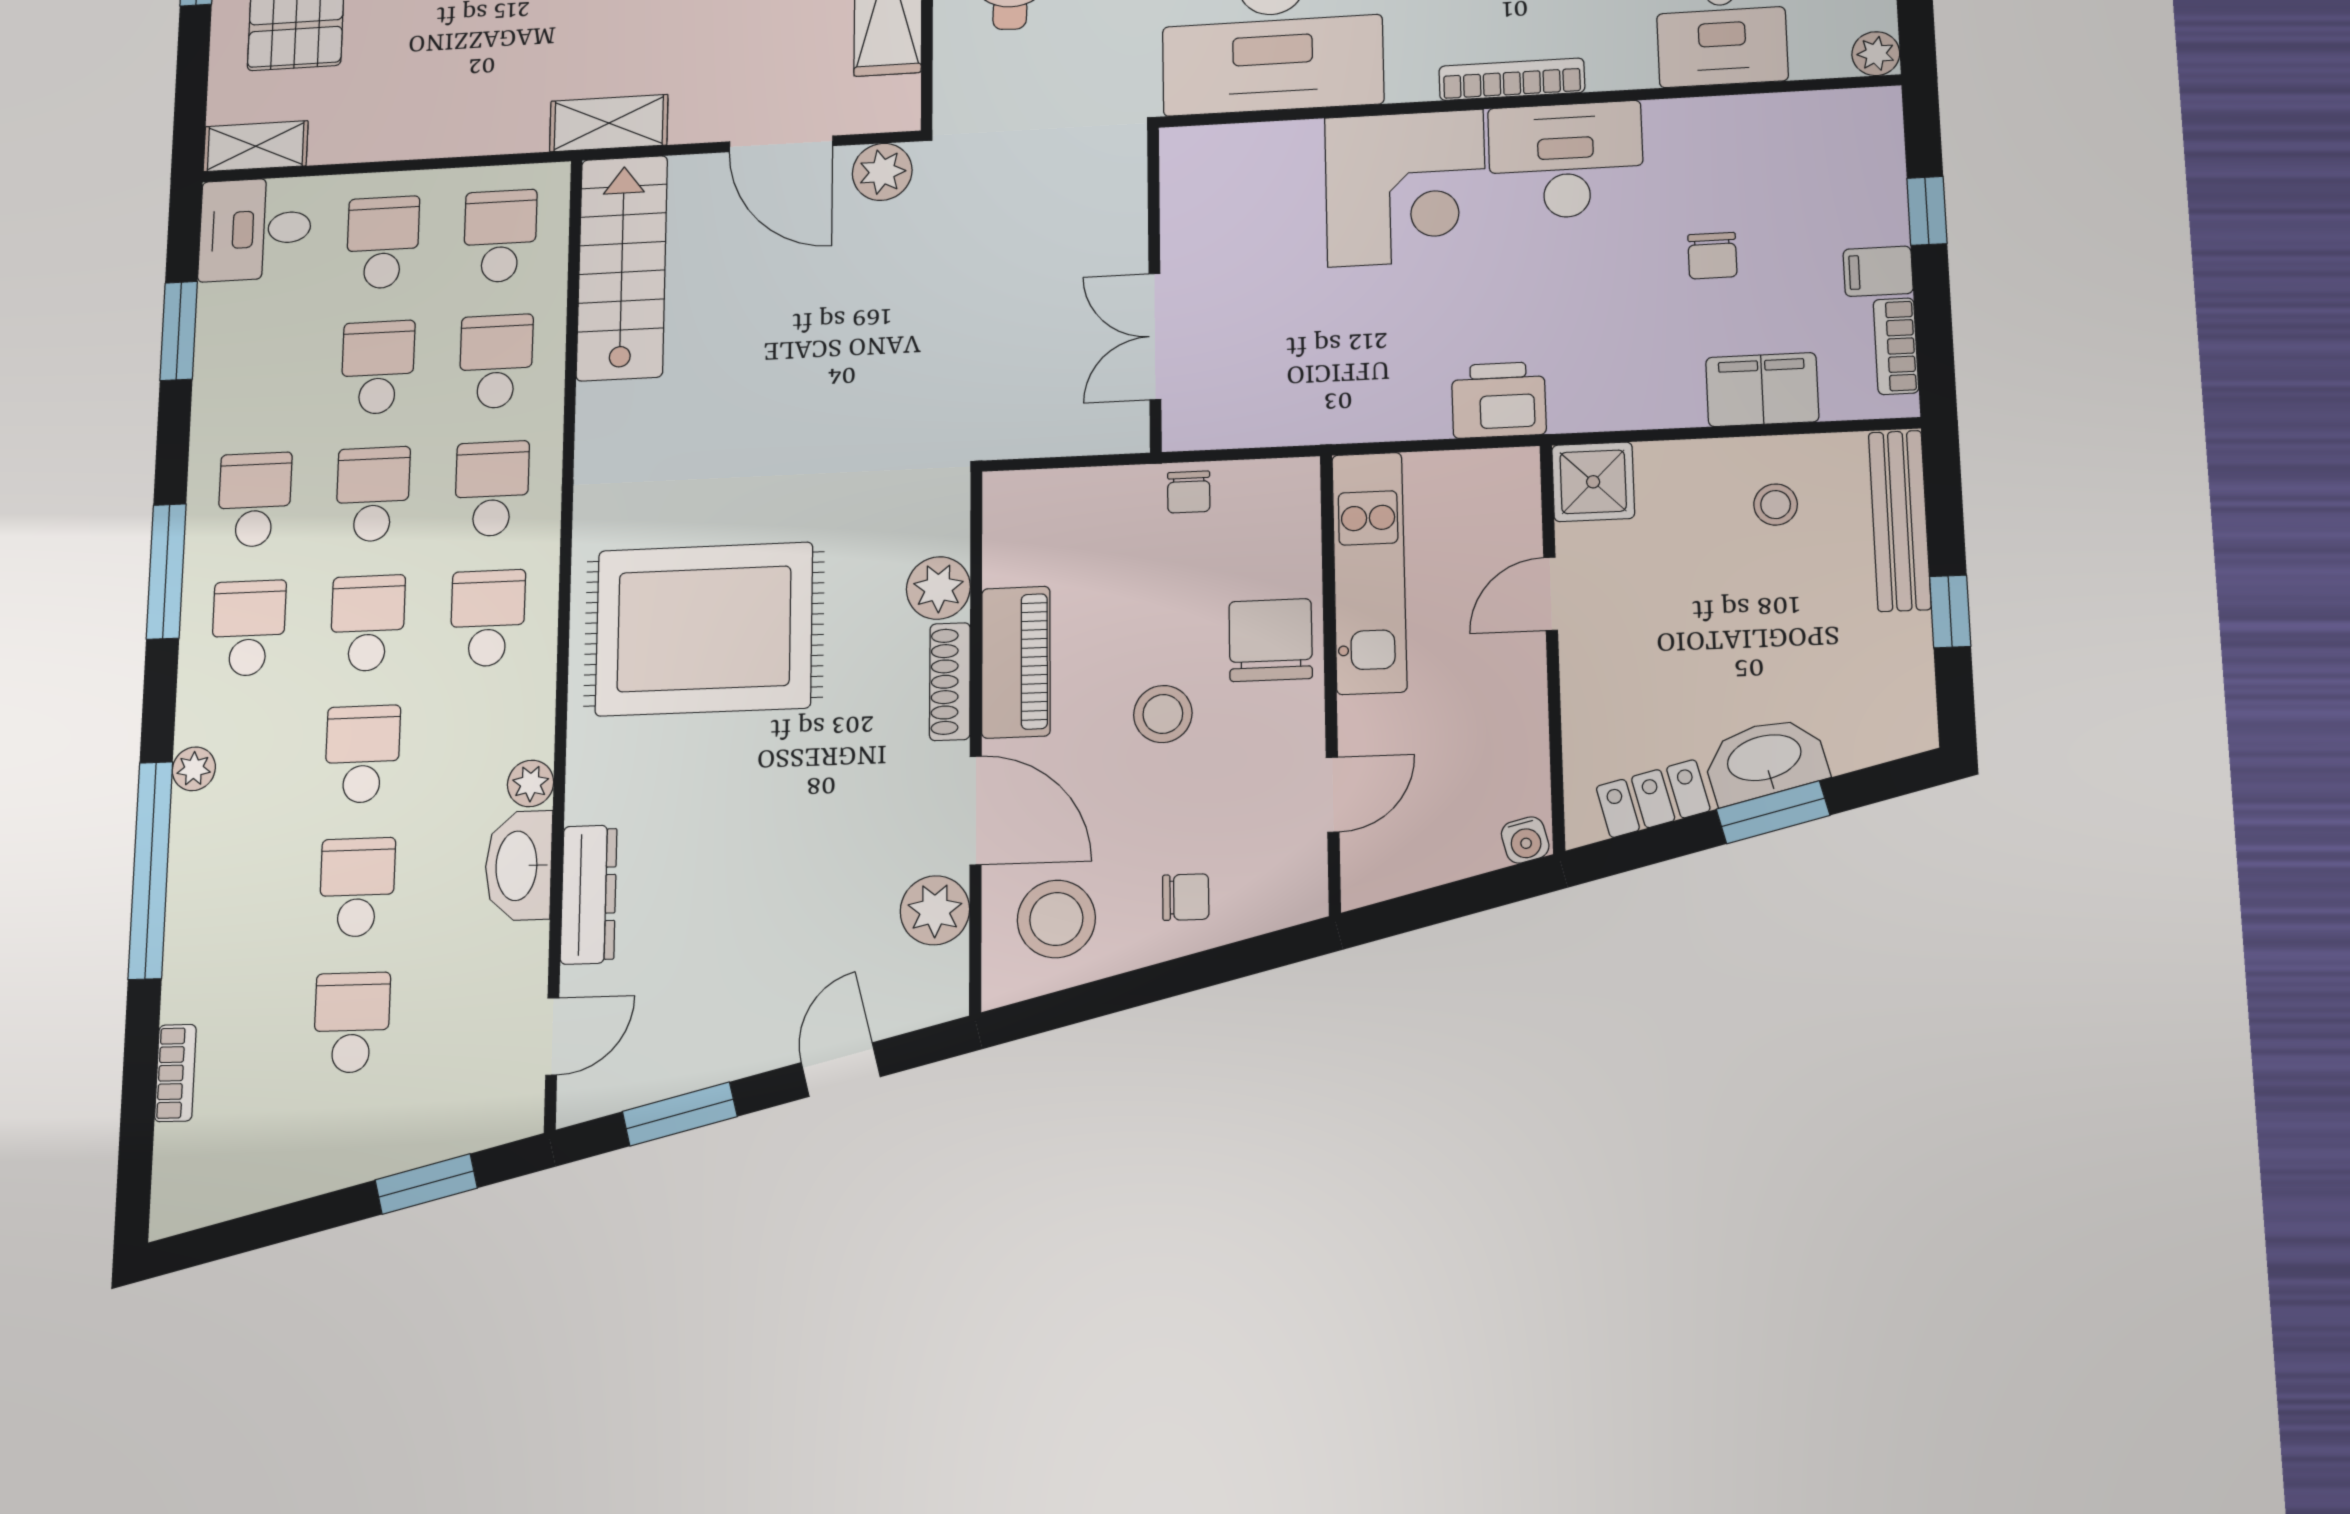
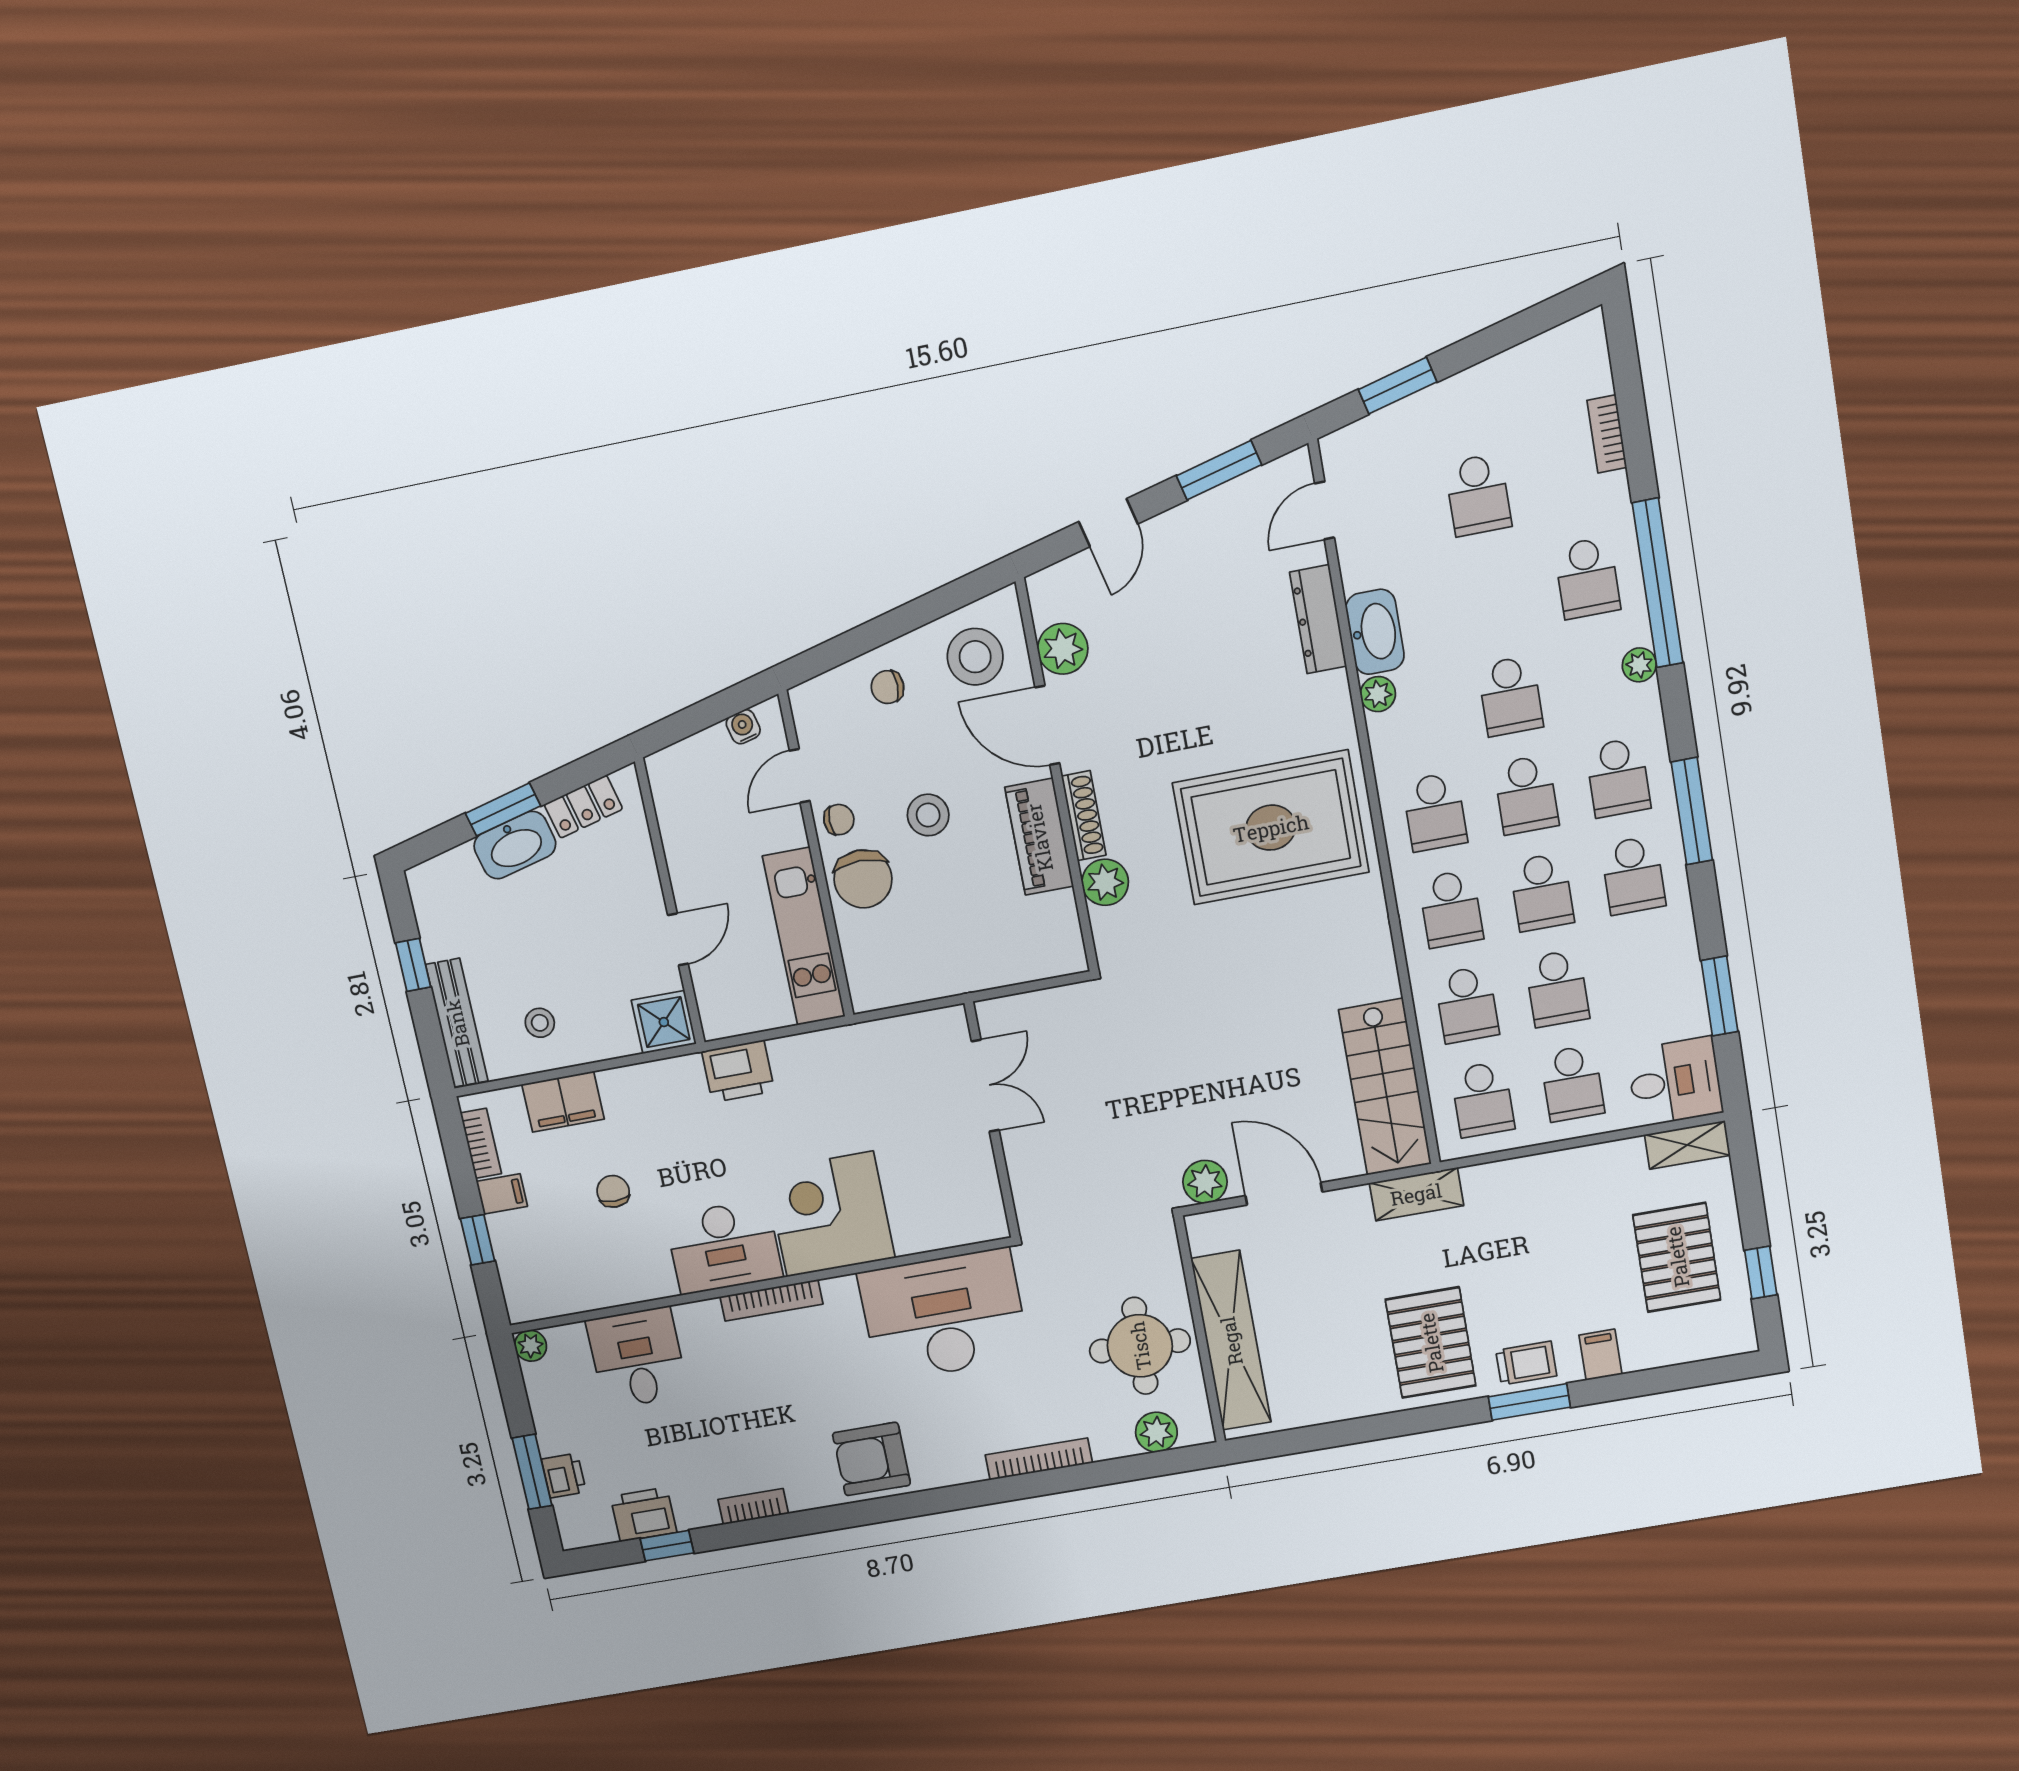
chair: (1189, 492) -> (839, 820), moved, turned 90
water cooler: (1525, 840) -> (743, 727), moved
school desk: (357, 887) -> (1587, 578), moved

